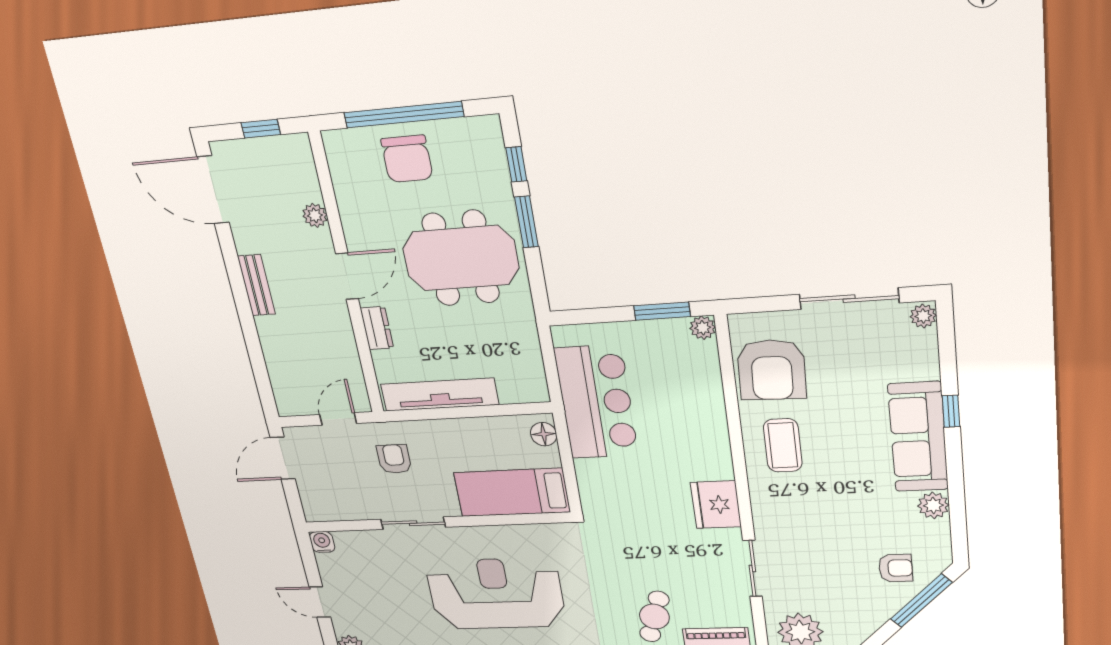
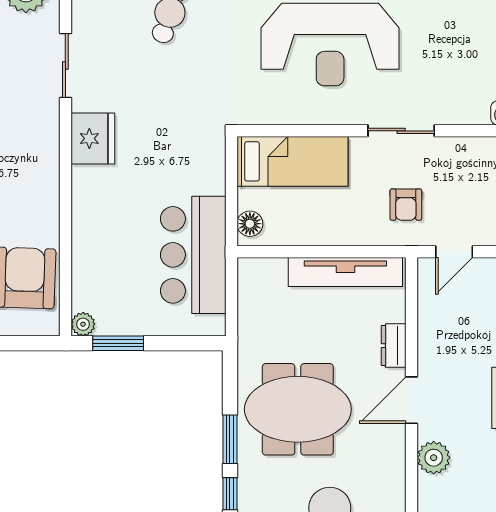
plant: (315, 215) -> (434, 458), width x1.38, depth x1.38
coffee table: (783, 445) -> (22, 199), removed

